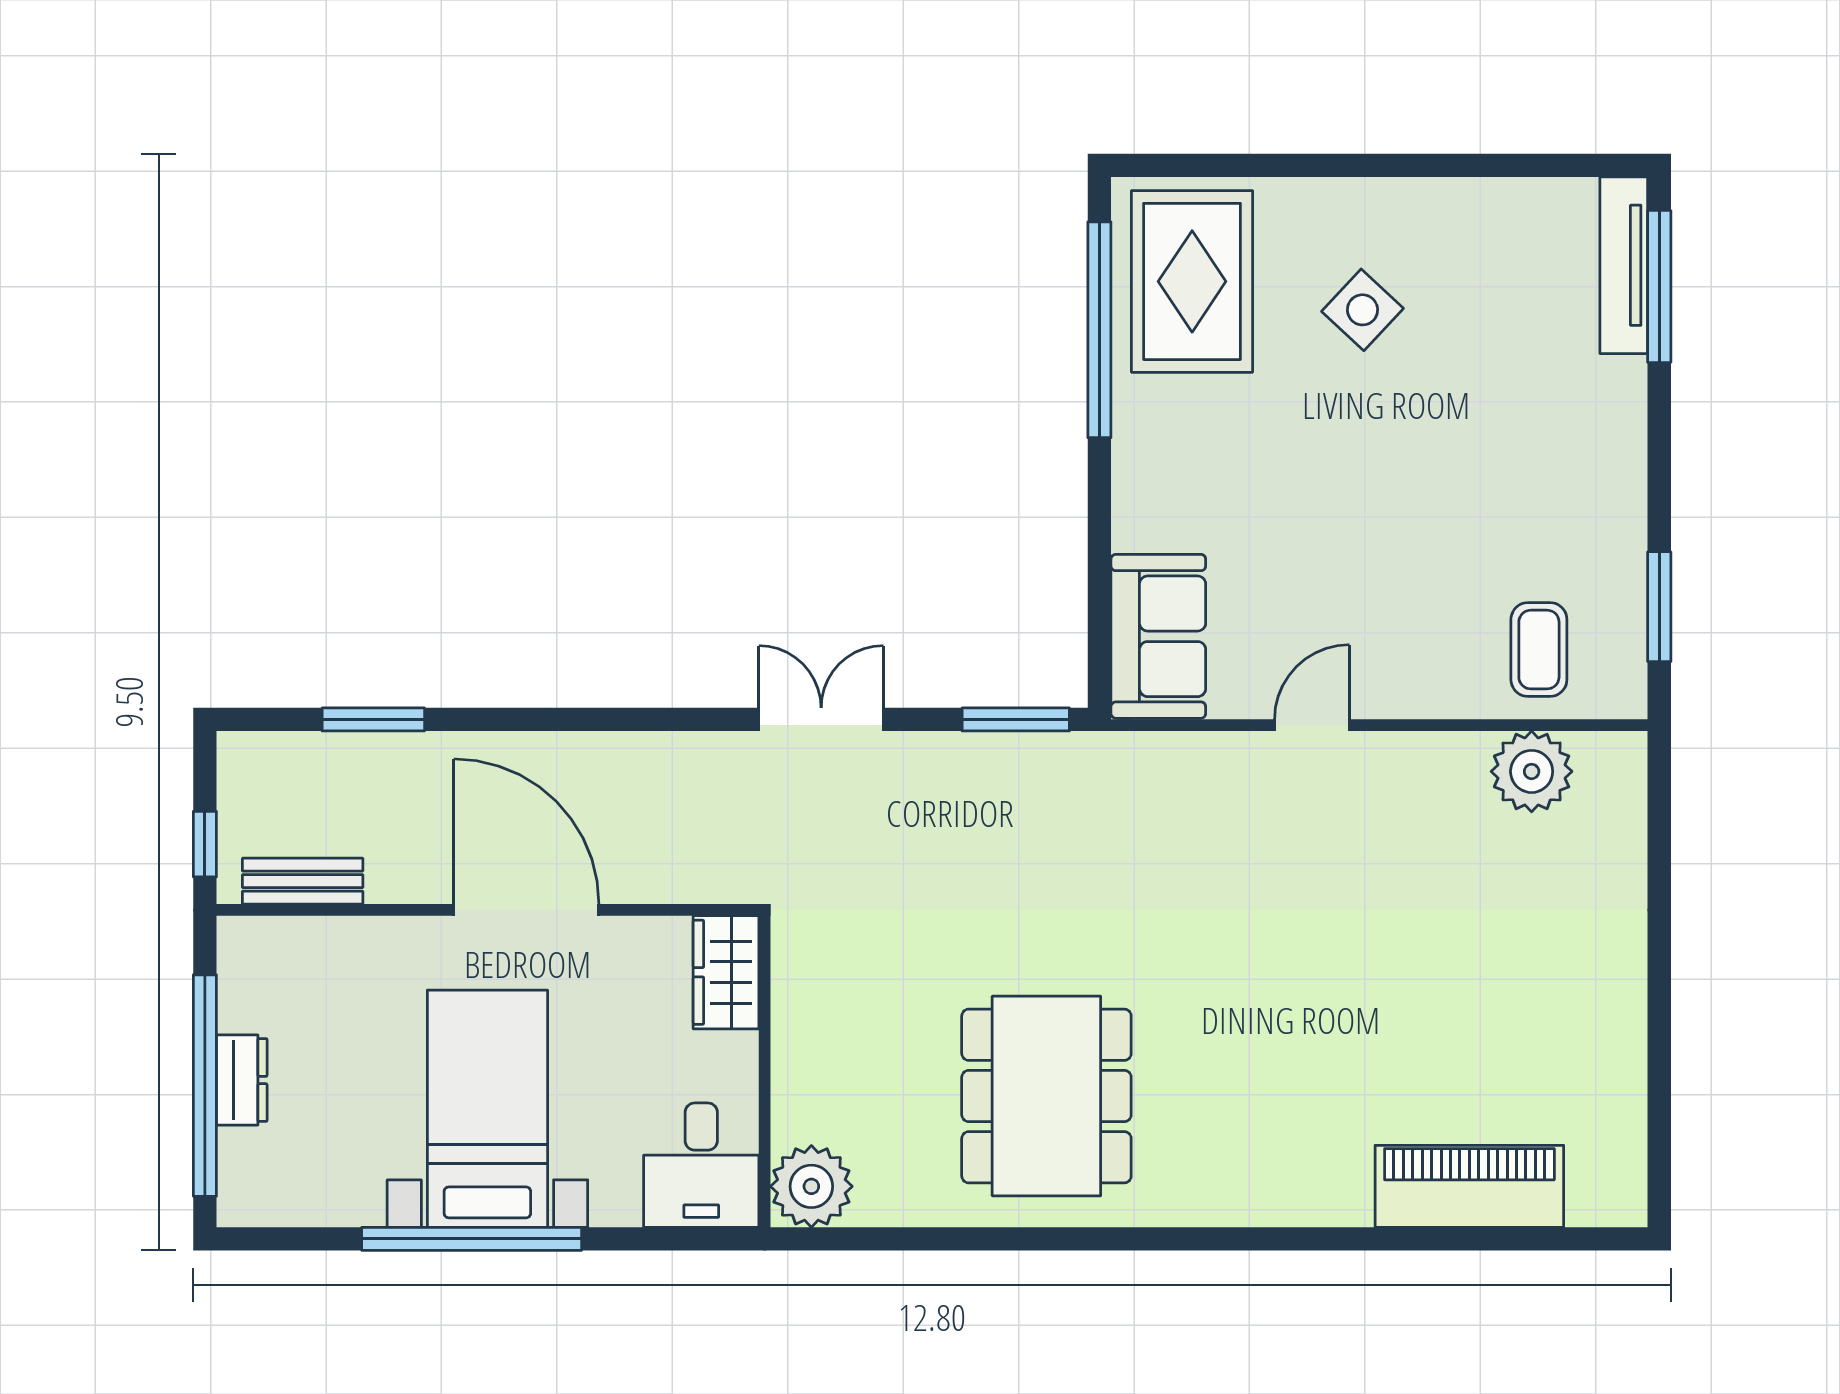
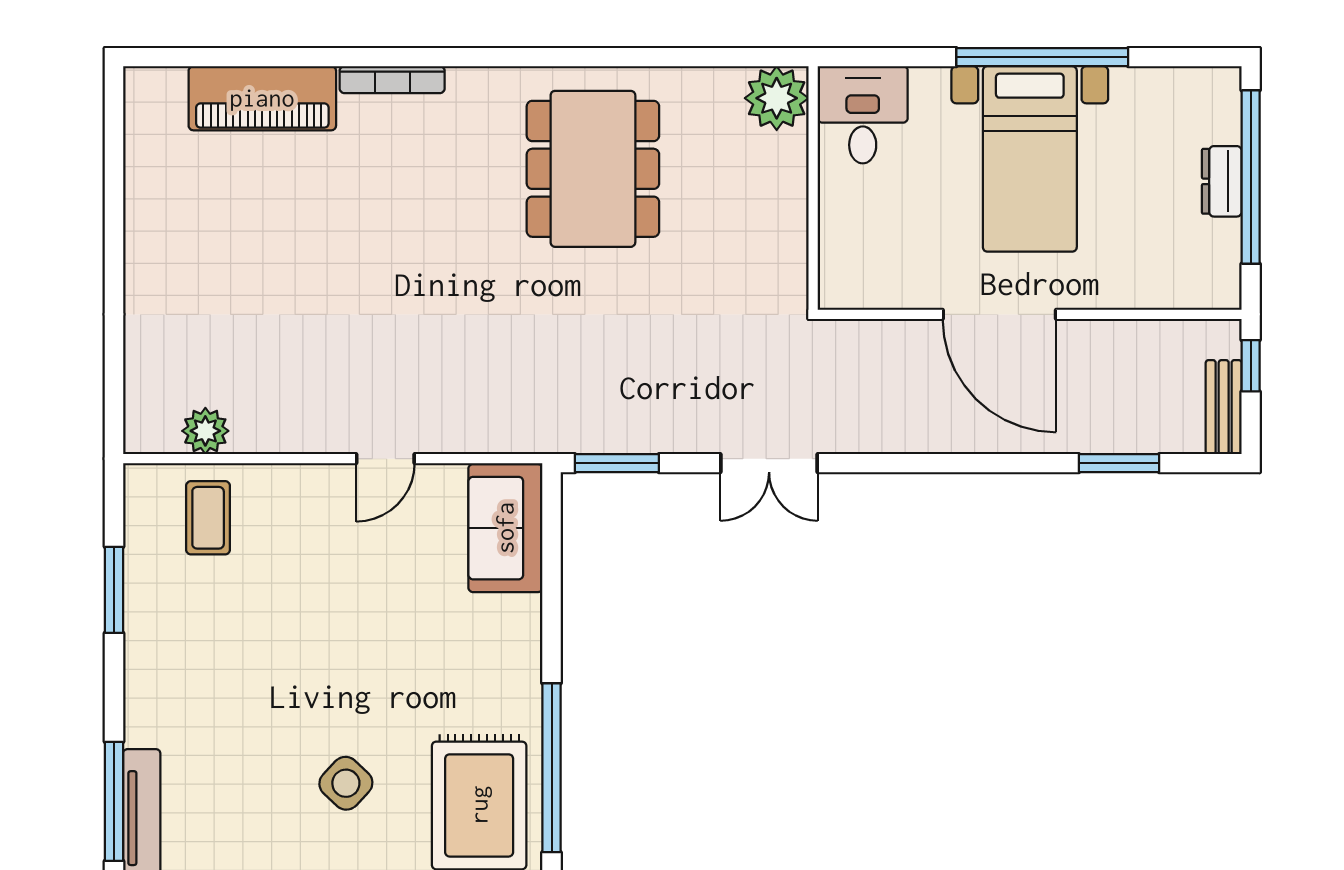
window: (1659, 607) -> (114, 590), moved
plant: (1532, 771) -> (205, 431), width x0.73, depth x0.73
bench: (303, 881) -> (1224, 407), moved, turned 90
wardrobe: (726, 972) -> (843, 266), removed
bookcase: (1303, 1210) -> (392, 80), added

